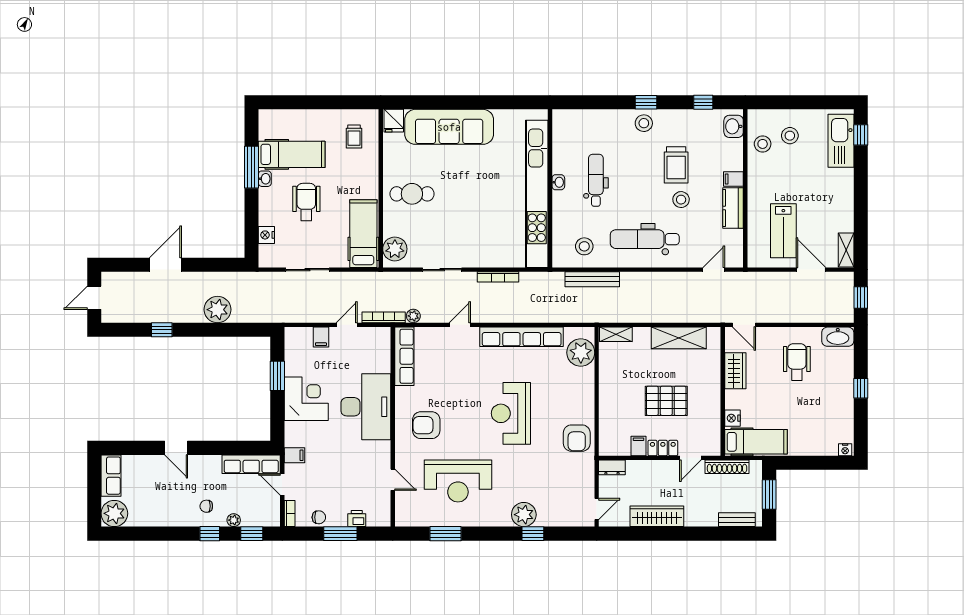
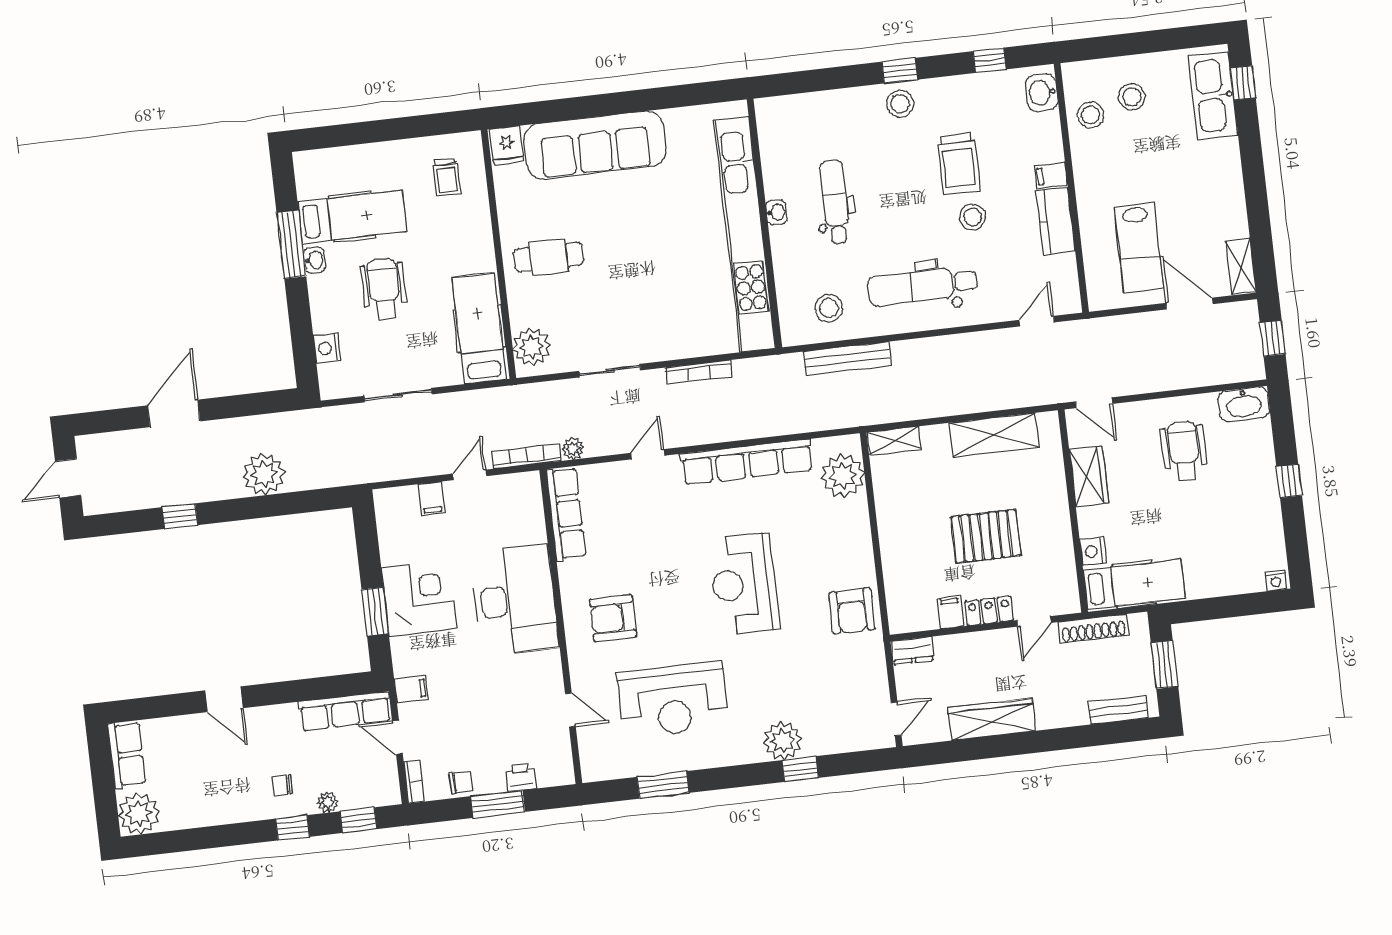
window: (277, 376) -> (375, 612), moved

